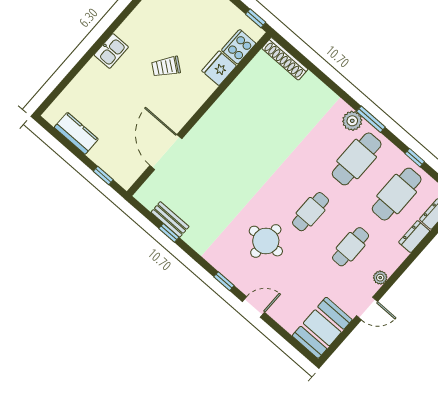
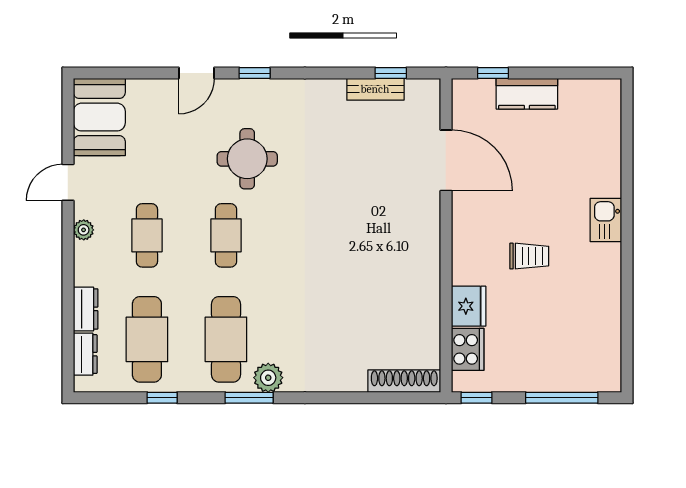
trolley: (166, 67) -> (529, 256), turned 52
kitchen counter: (76, 133) -> (527, 94), moved
window: (169, 233) -> (391, 73), moved

